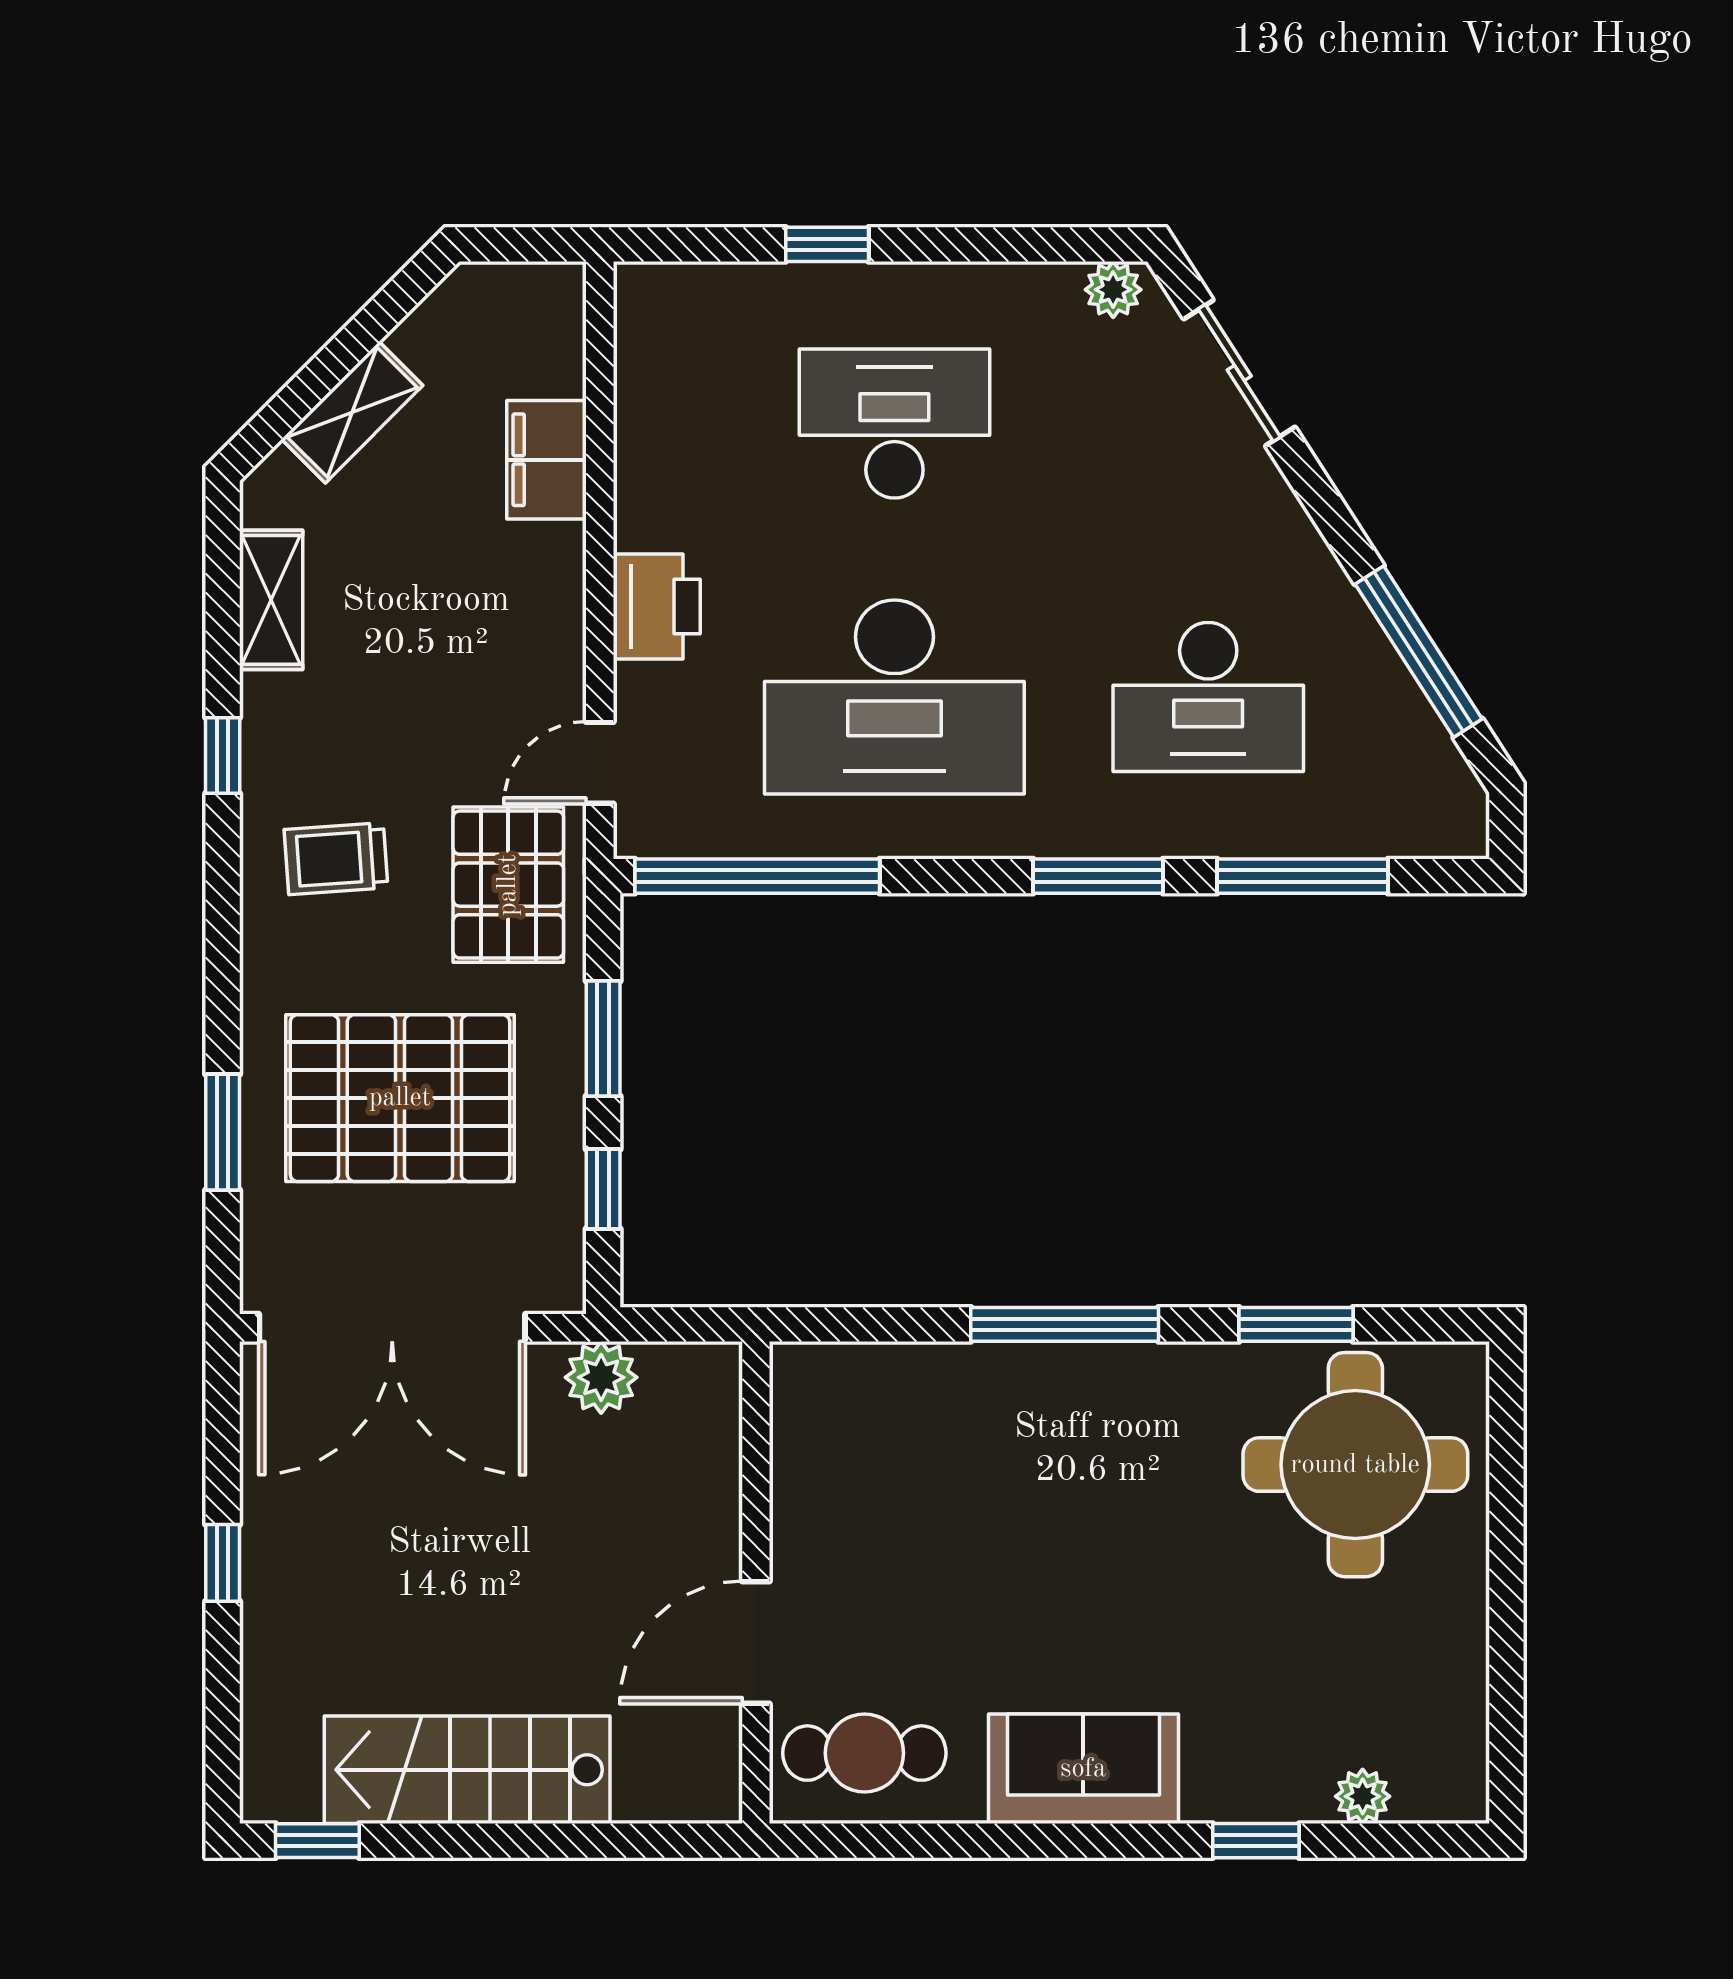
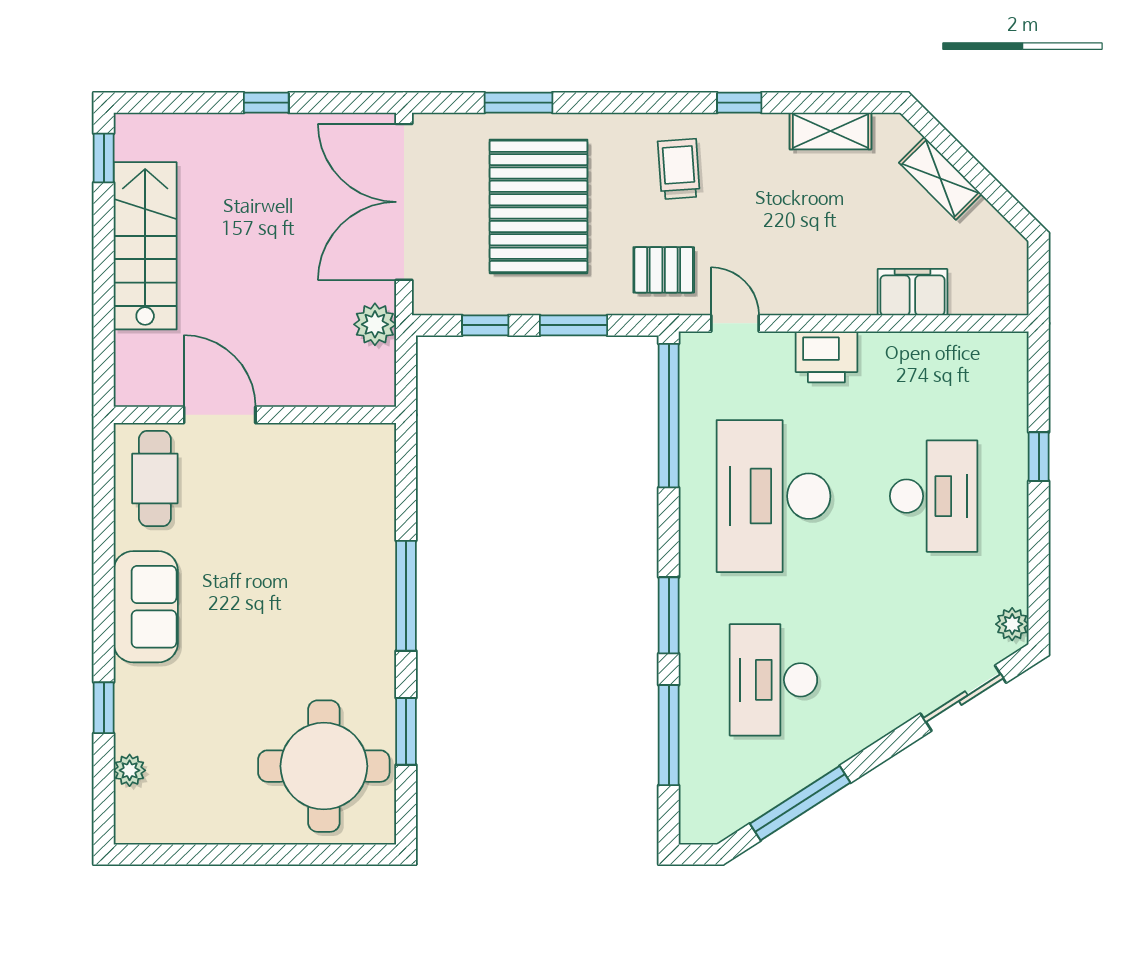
pallet: (508, 885) -> (664, 270), width x0.67, depth x0.71

